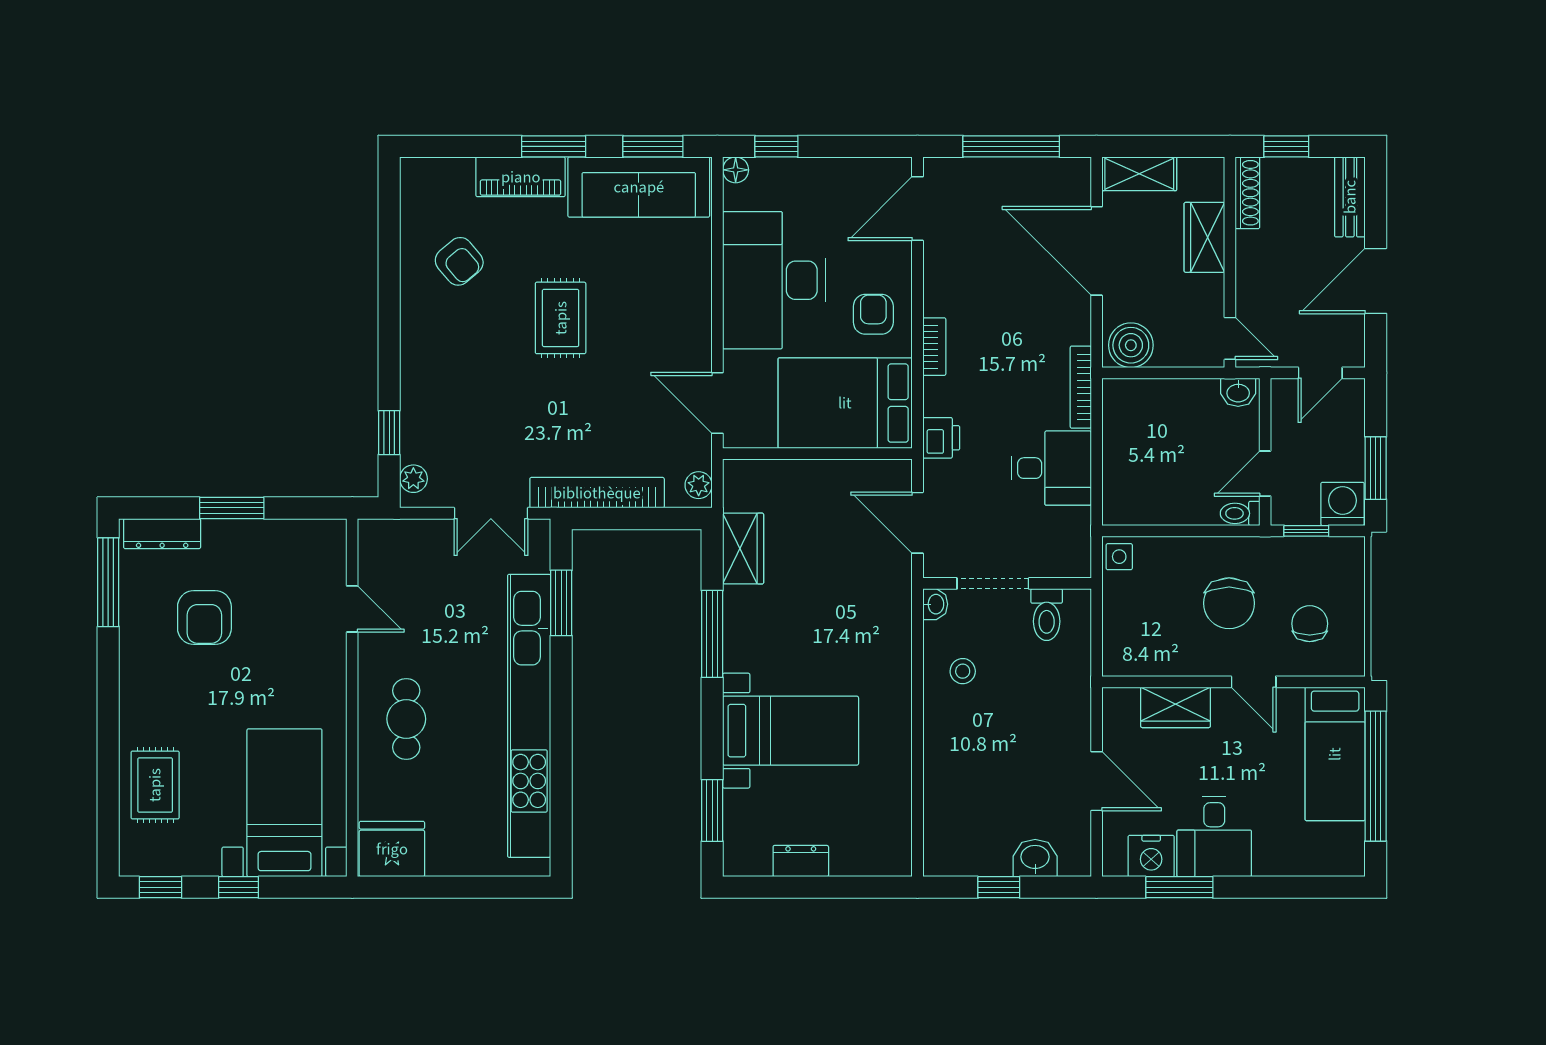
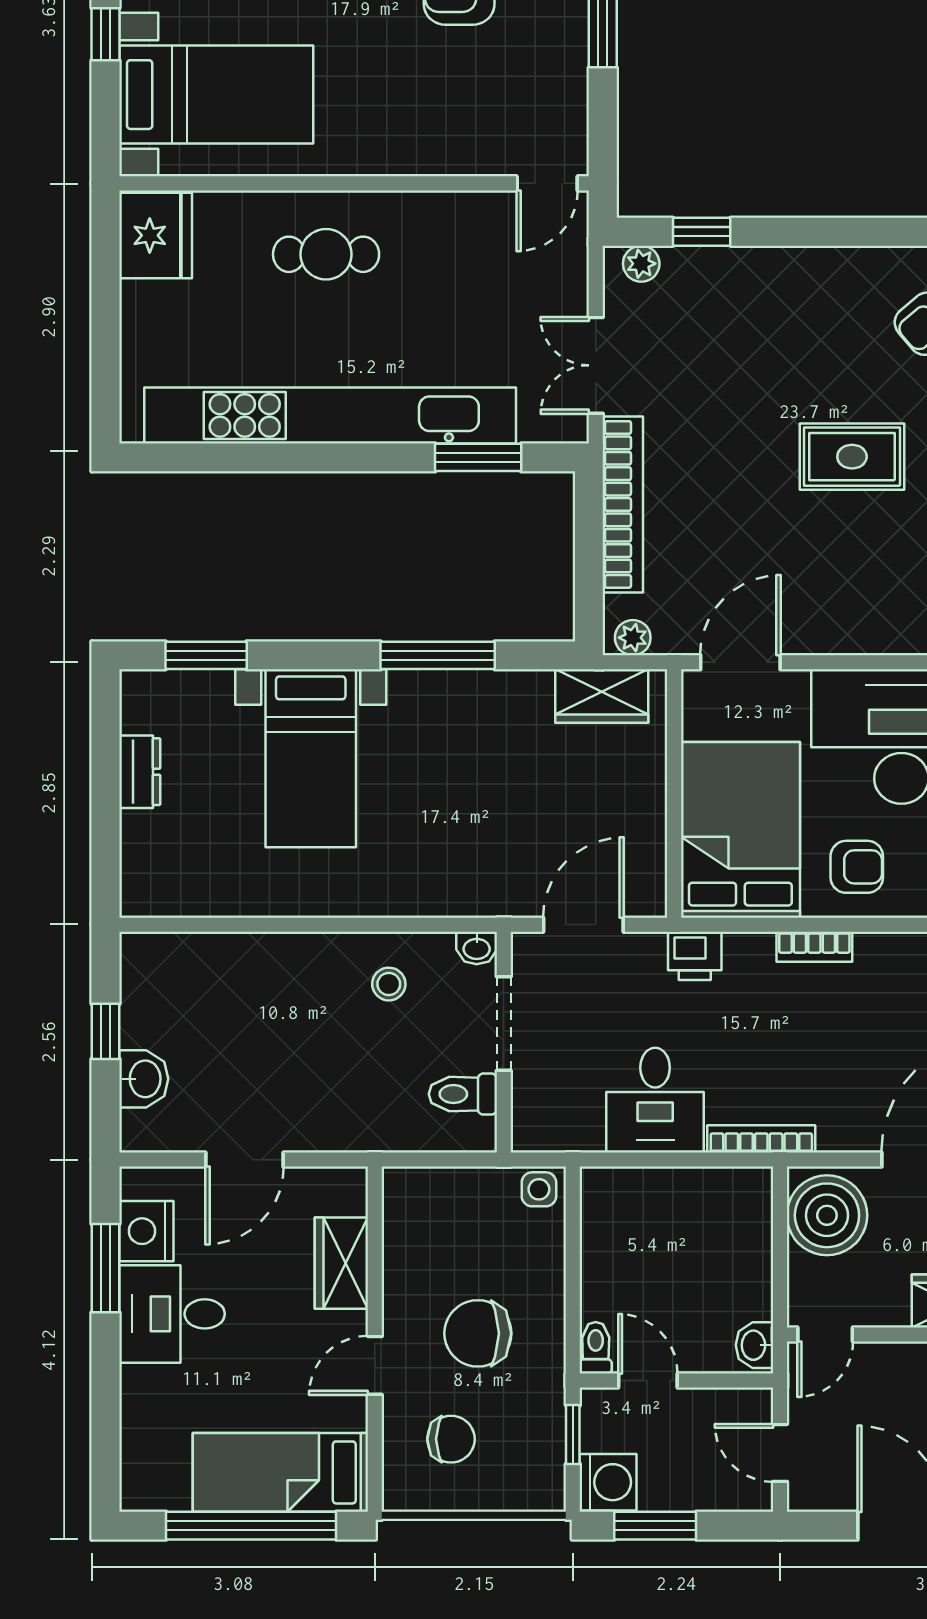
boiler: (1131, 345) -> (827, 1215), width x1.37, depth x1.37
wardrobe: (743, 549) -> (602, 696), moved
door: (352, 609) -> (547, 183), moved

